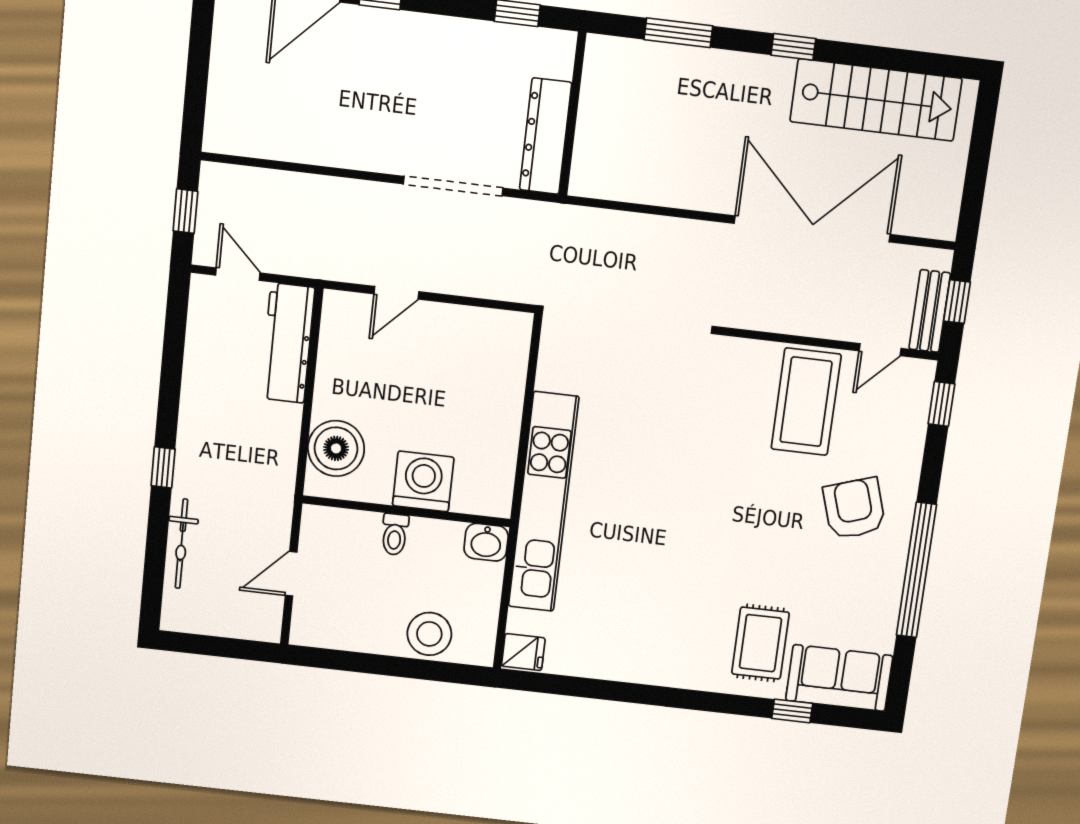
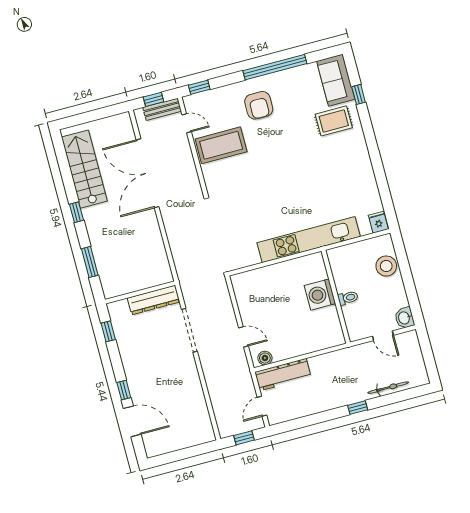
boiler: (336, 448) -> (265, 358), moved, width x0.54, depth x0.54
armchair: (854, 509) -> (259, 105), turned -72
washbasin: (486, 542) -> (404, 318), moved, turned 180

